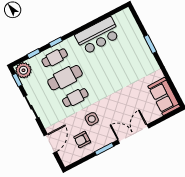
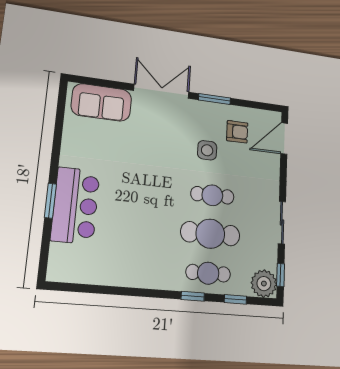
bar counter: (98, 36) -> (75, 205), moved, turned 90
sofa: (164, 96) -> (101, 102), moved, turned 90
double door: (133, 134) -> (162, 91), swing flipped
door: (50, 144) -> (284, 138), moved

